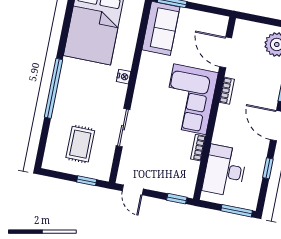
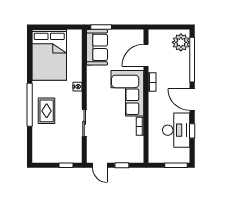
door: (226, 52) -> (146, 55), hinge flipped
rug: (80, 144) -> (47, 111), moved
desk: (225, 171) -> (176, 130), moved, turned 180
window: (177, 199) -> (122, 165), moved

